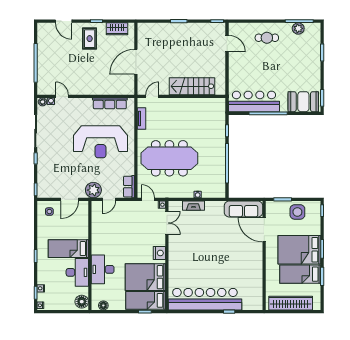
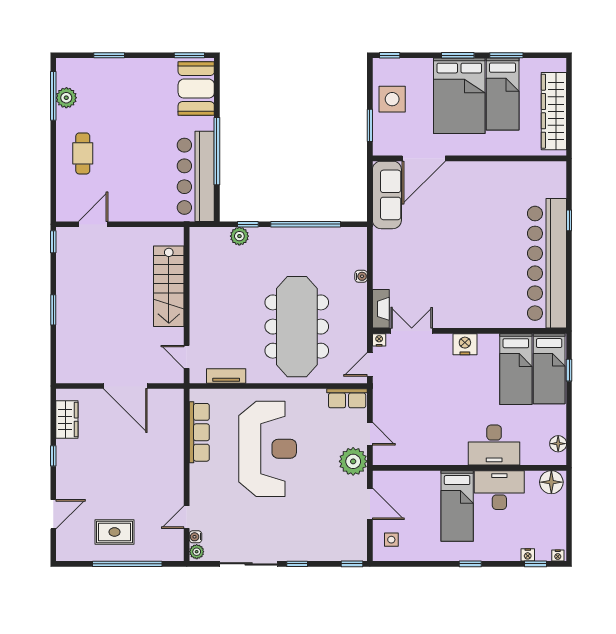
rug: (90, 39) -> (115, 532), moved
plant: (220, 126) -> (239, 236), added
fireplace: (193, 206) -> (381, 309), moved
bed: (145, 277) -> (516, 369), width x0.67

